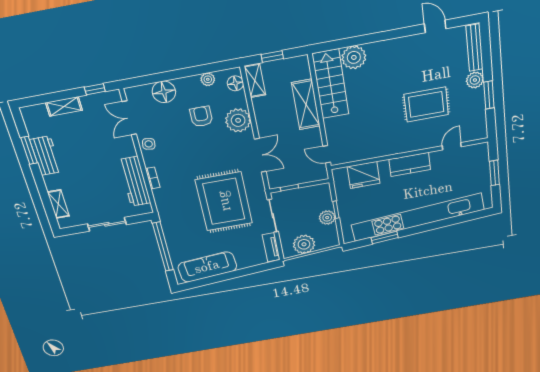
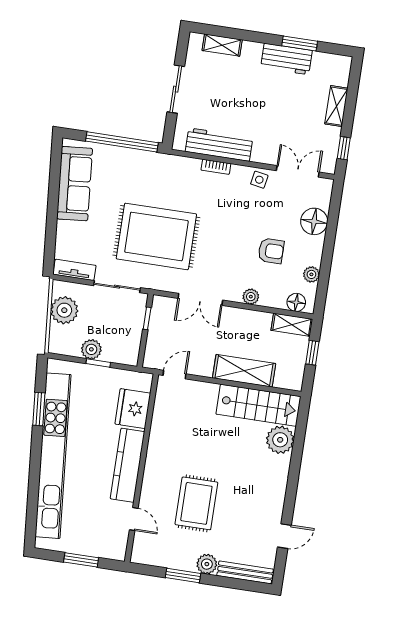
plant: (238, 120) -> (251, 297), width x0.53, depth x0.53
kitchen counter: (410, 164) -> (128, 465), width x1.50

